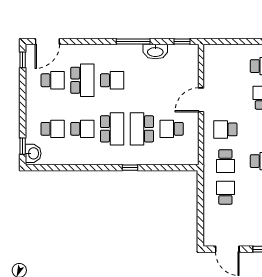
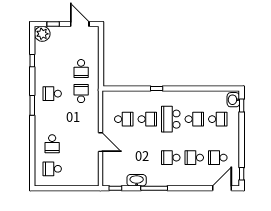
school desk: (82, 80) -> (194, 158), width x0.54
door: (201, 100) -> (100, 142), hinge flipped
school desk: (53, 129) -> (218, 119), turned 180
school desk: (82, 129) -> (194, 119), turned 180
school desk: (142, 129) -> (147, 119), width x0.54
school desk: (225, 129) -> (81, 119), removed

